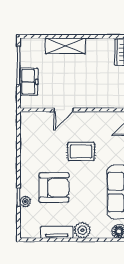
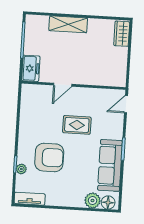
freezer: (29, 82) -> (31, 68), moved
plant: (82, 230) -> (93, 201), moved
tv unit: (57, 232) -> (30, 199), moved

